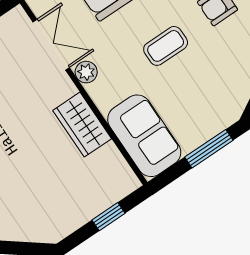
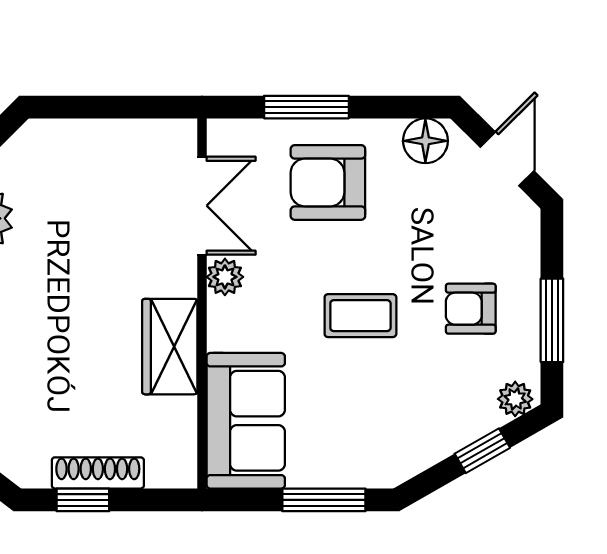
shoe rack: (89, 211) -> (98, 473), added
window: (109, 217) -> (83, 500), moved

